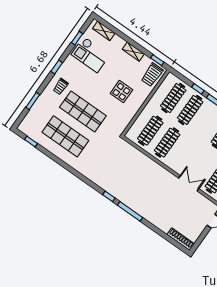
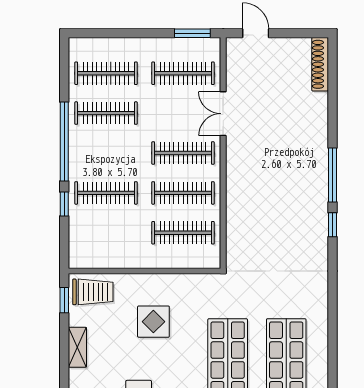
clothes rail: (173, 98) -> (183, 153), moved

